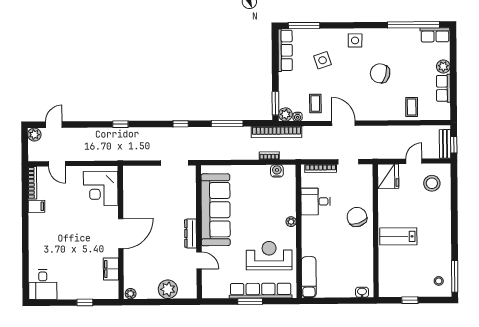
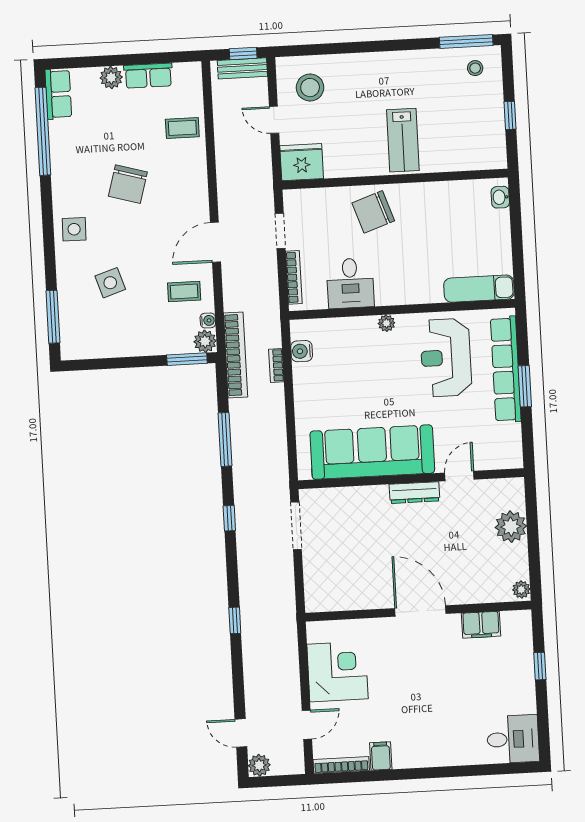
row of seats: (285, 50) -> (96, 347), removed
corner desk: (101, 188) -> (337, 672), moved, turned -90

